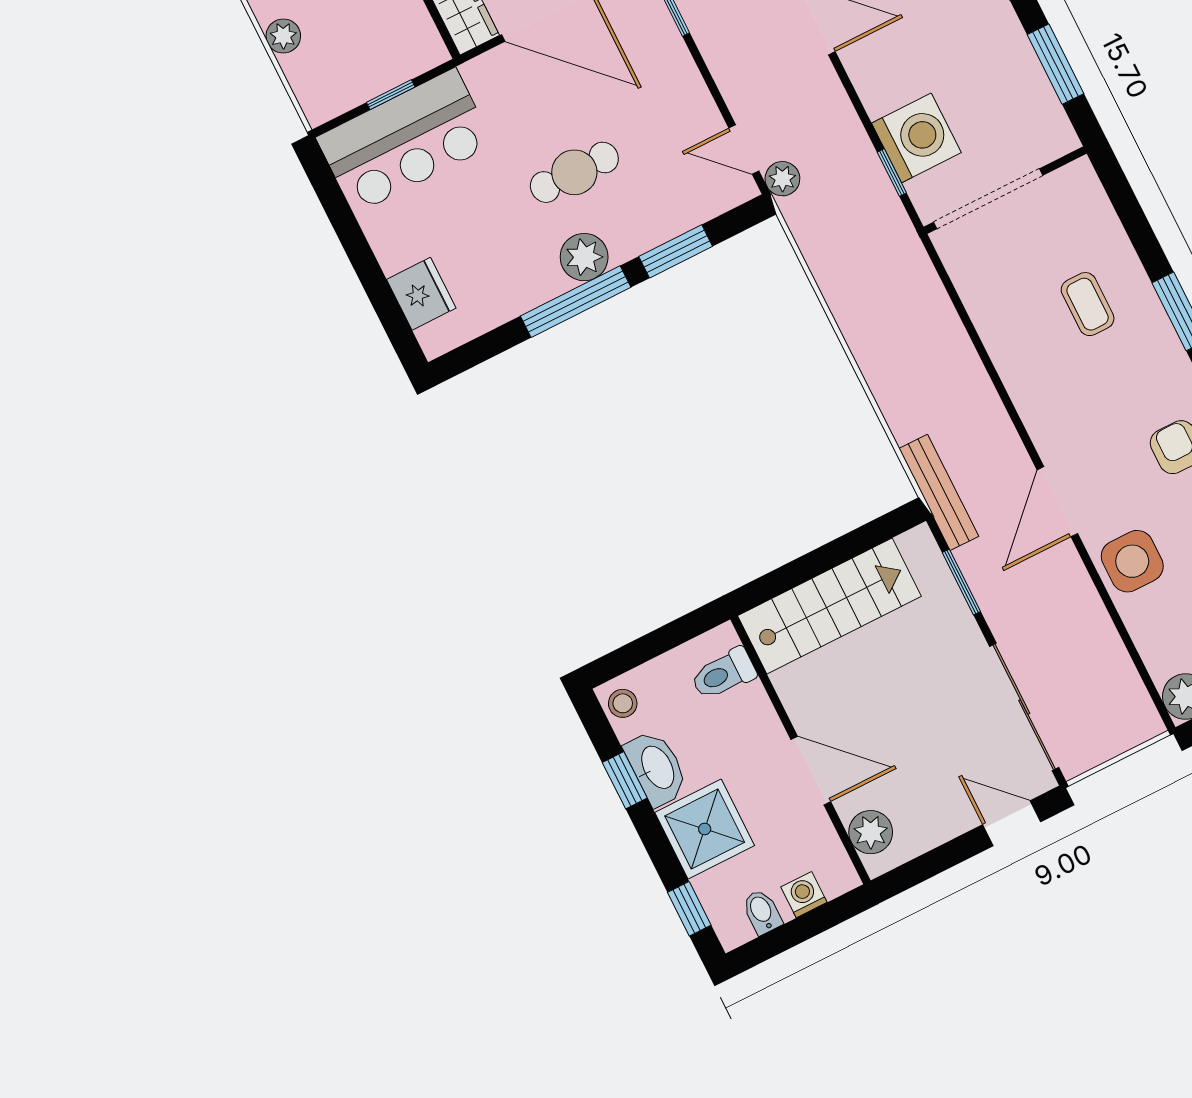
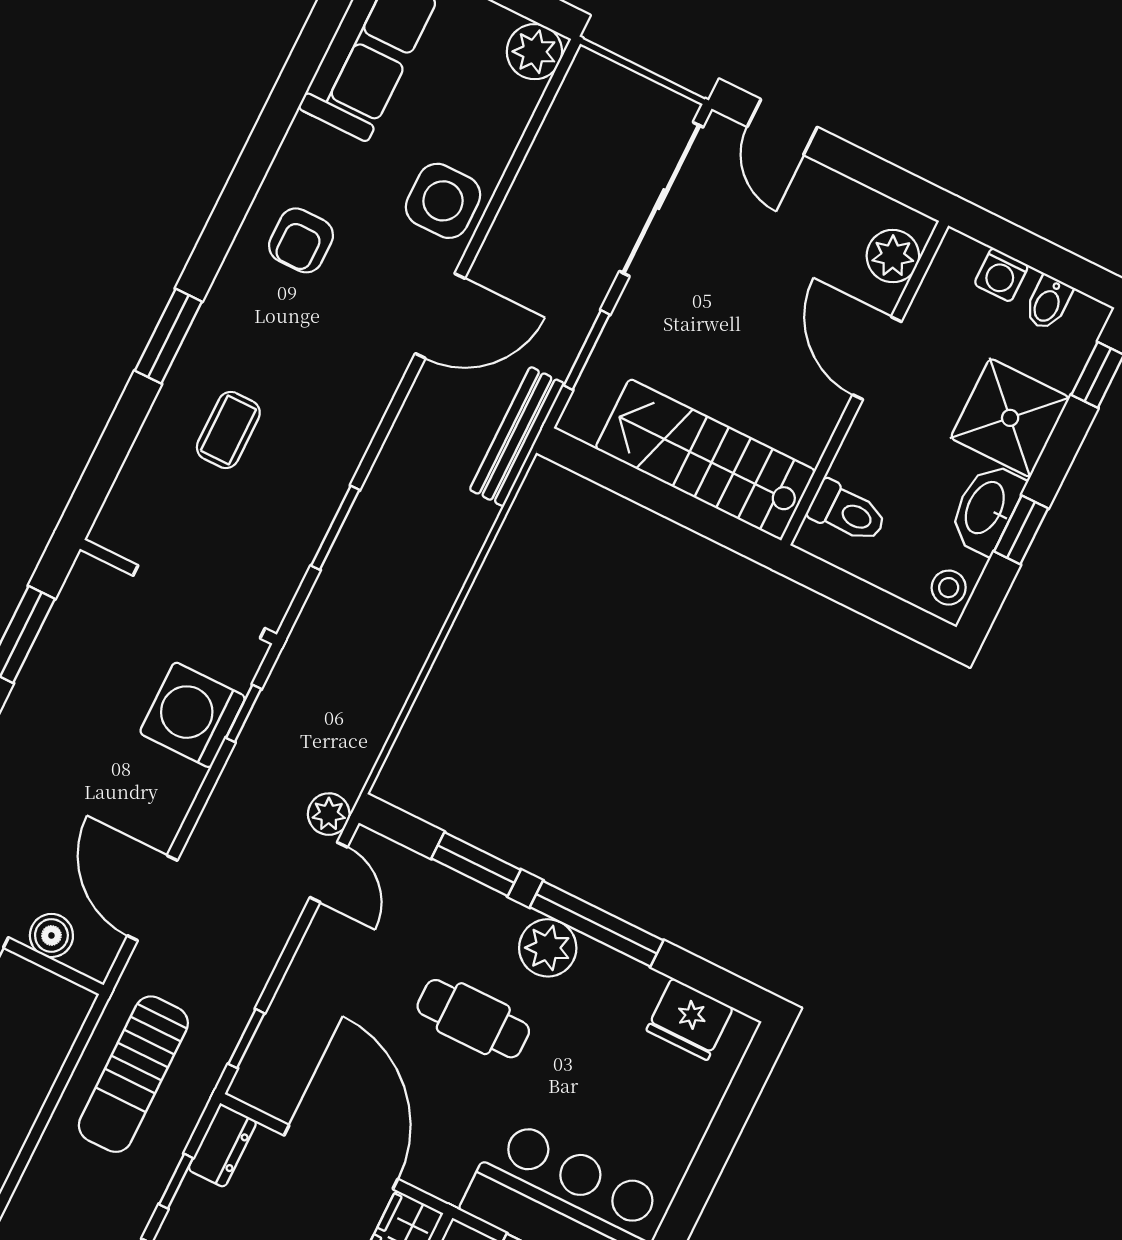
fridge: (421, 294) -> (690, 1019), moved, turned -90
window: (969, 326) -> (335, 528), added

